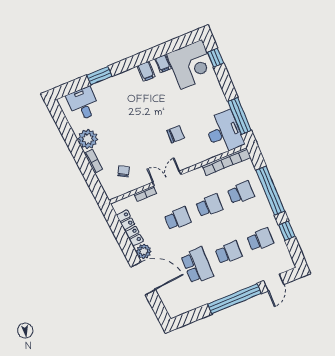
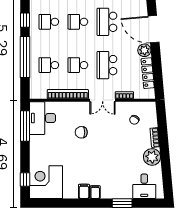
filing cabinet: (163, 63) -> (95, 192), moved
bookcase: (226, 162) -> (68, 94), moved
school desk: (178, 219) -> (107, 65), width x1.85

